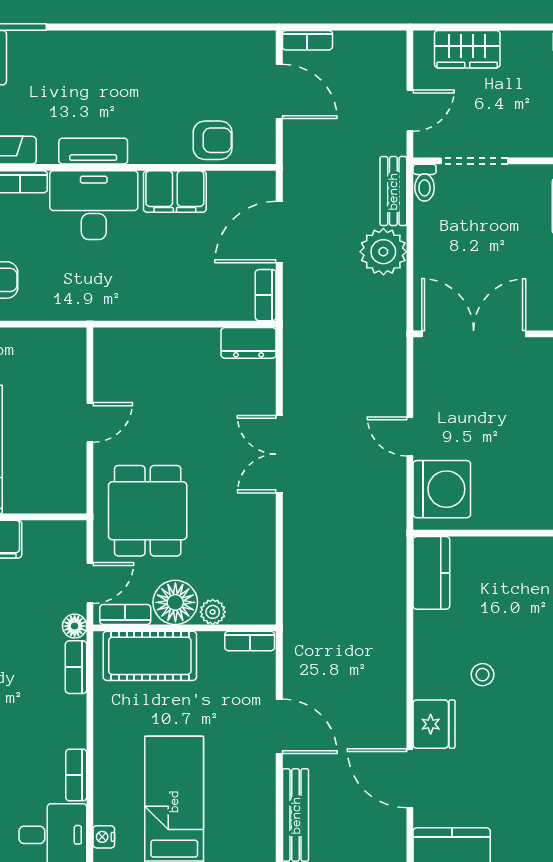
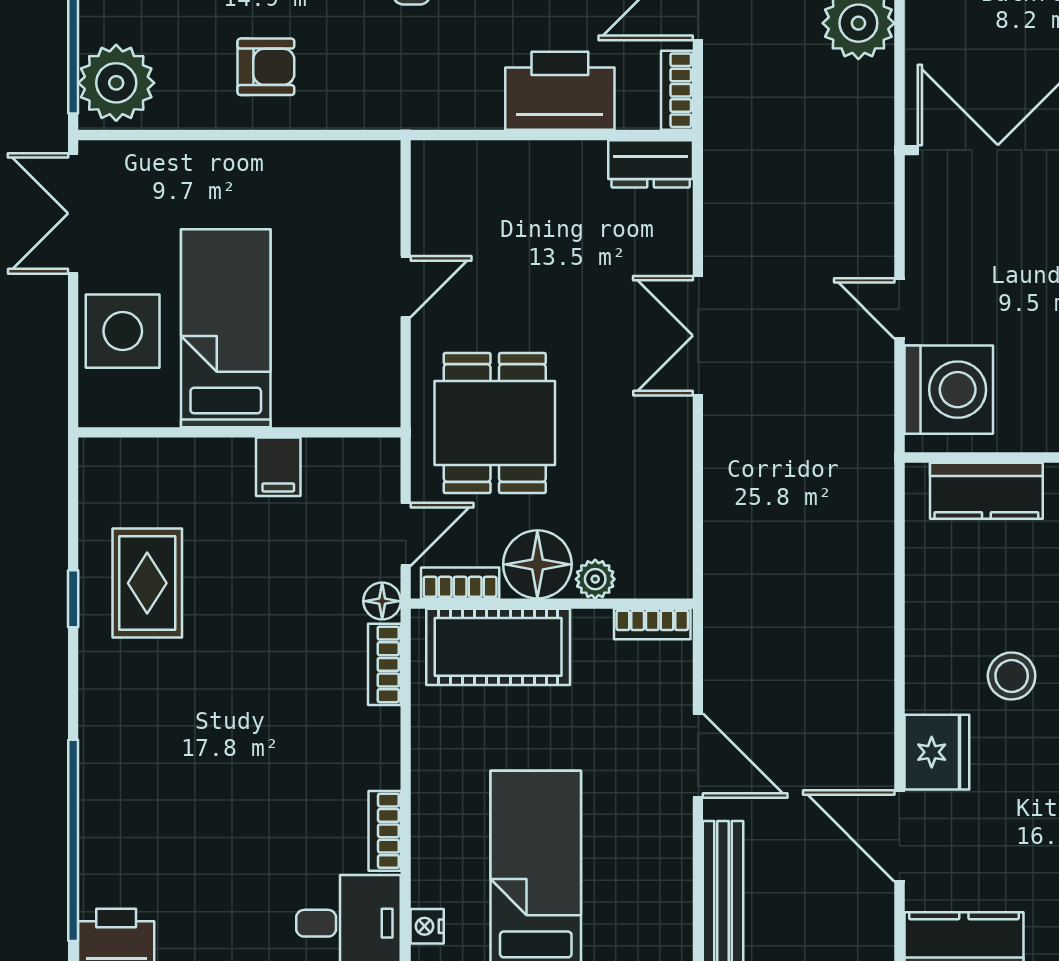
printer: (190, 296) -> (560, 91), added
kitchen counter: (431, 573) -> (986, 491), moved, turned 90
stool: (483, 675) -> (1012, 676), width x1.37, depth x1.37

